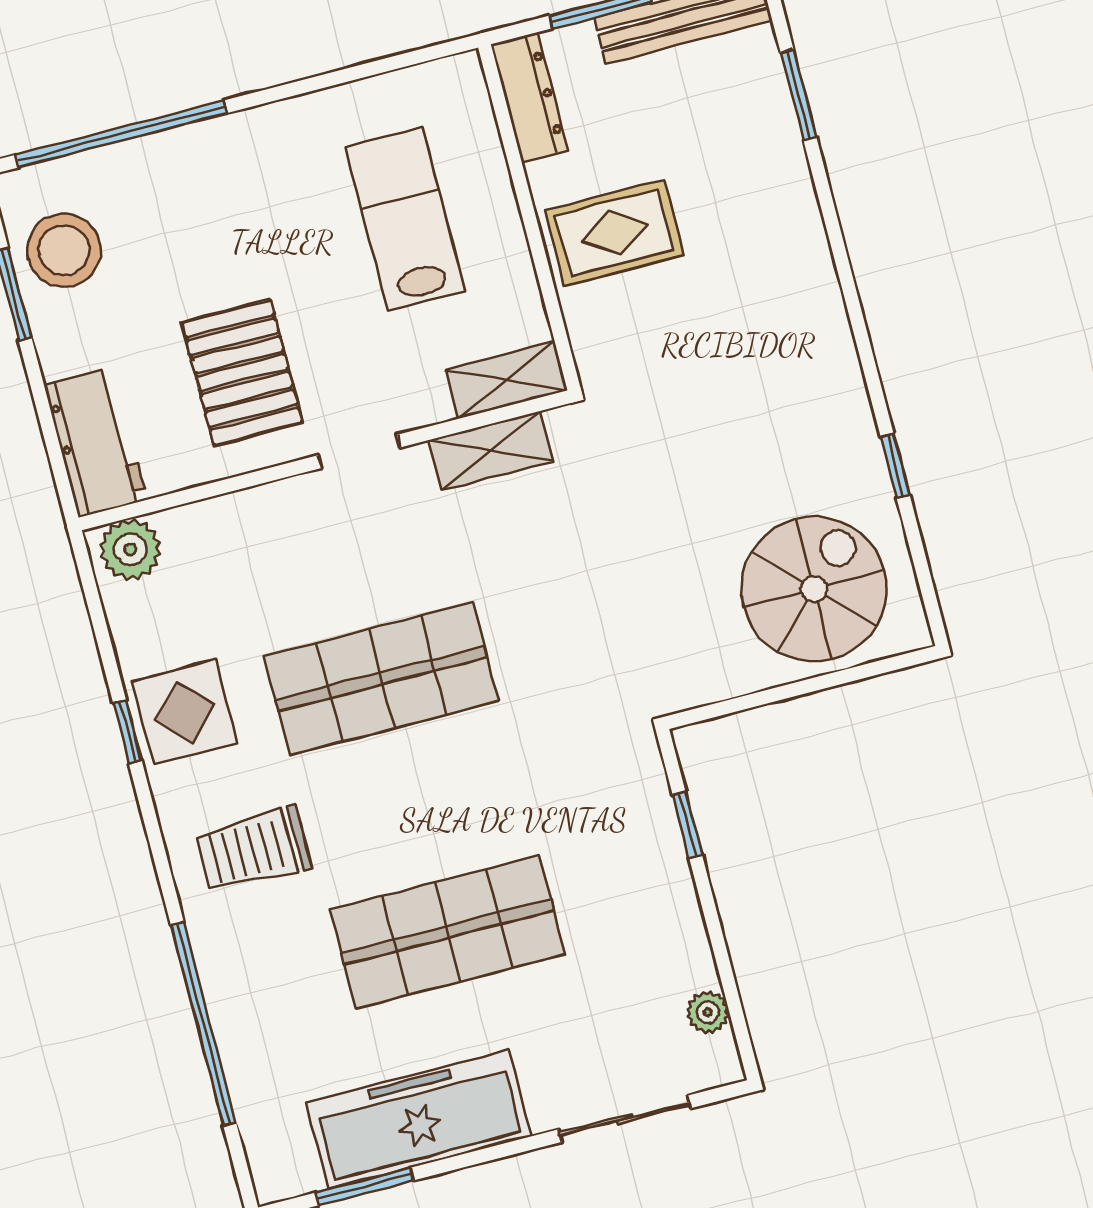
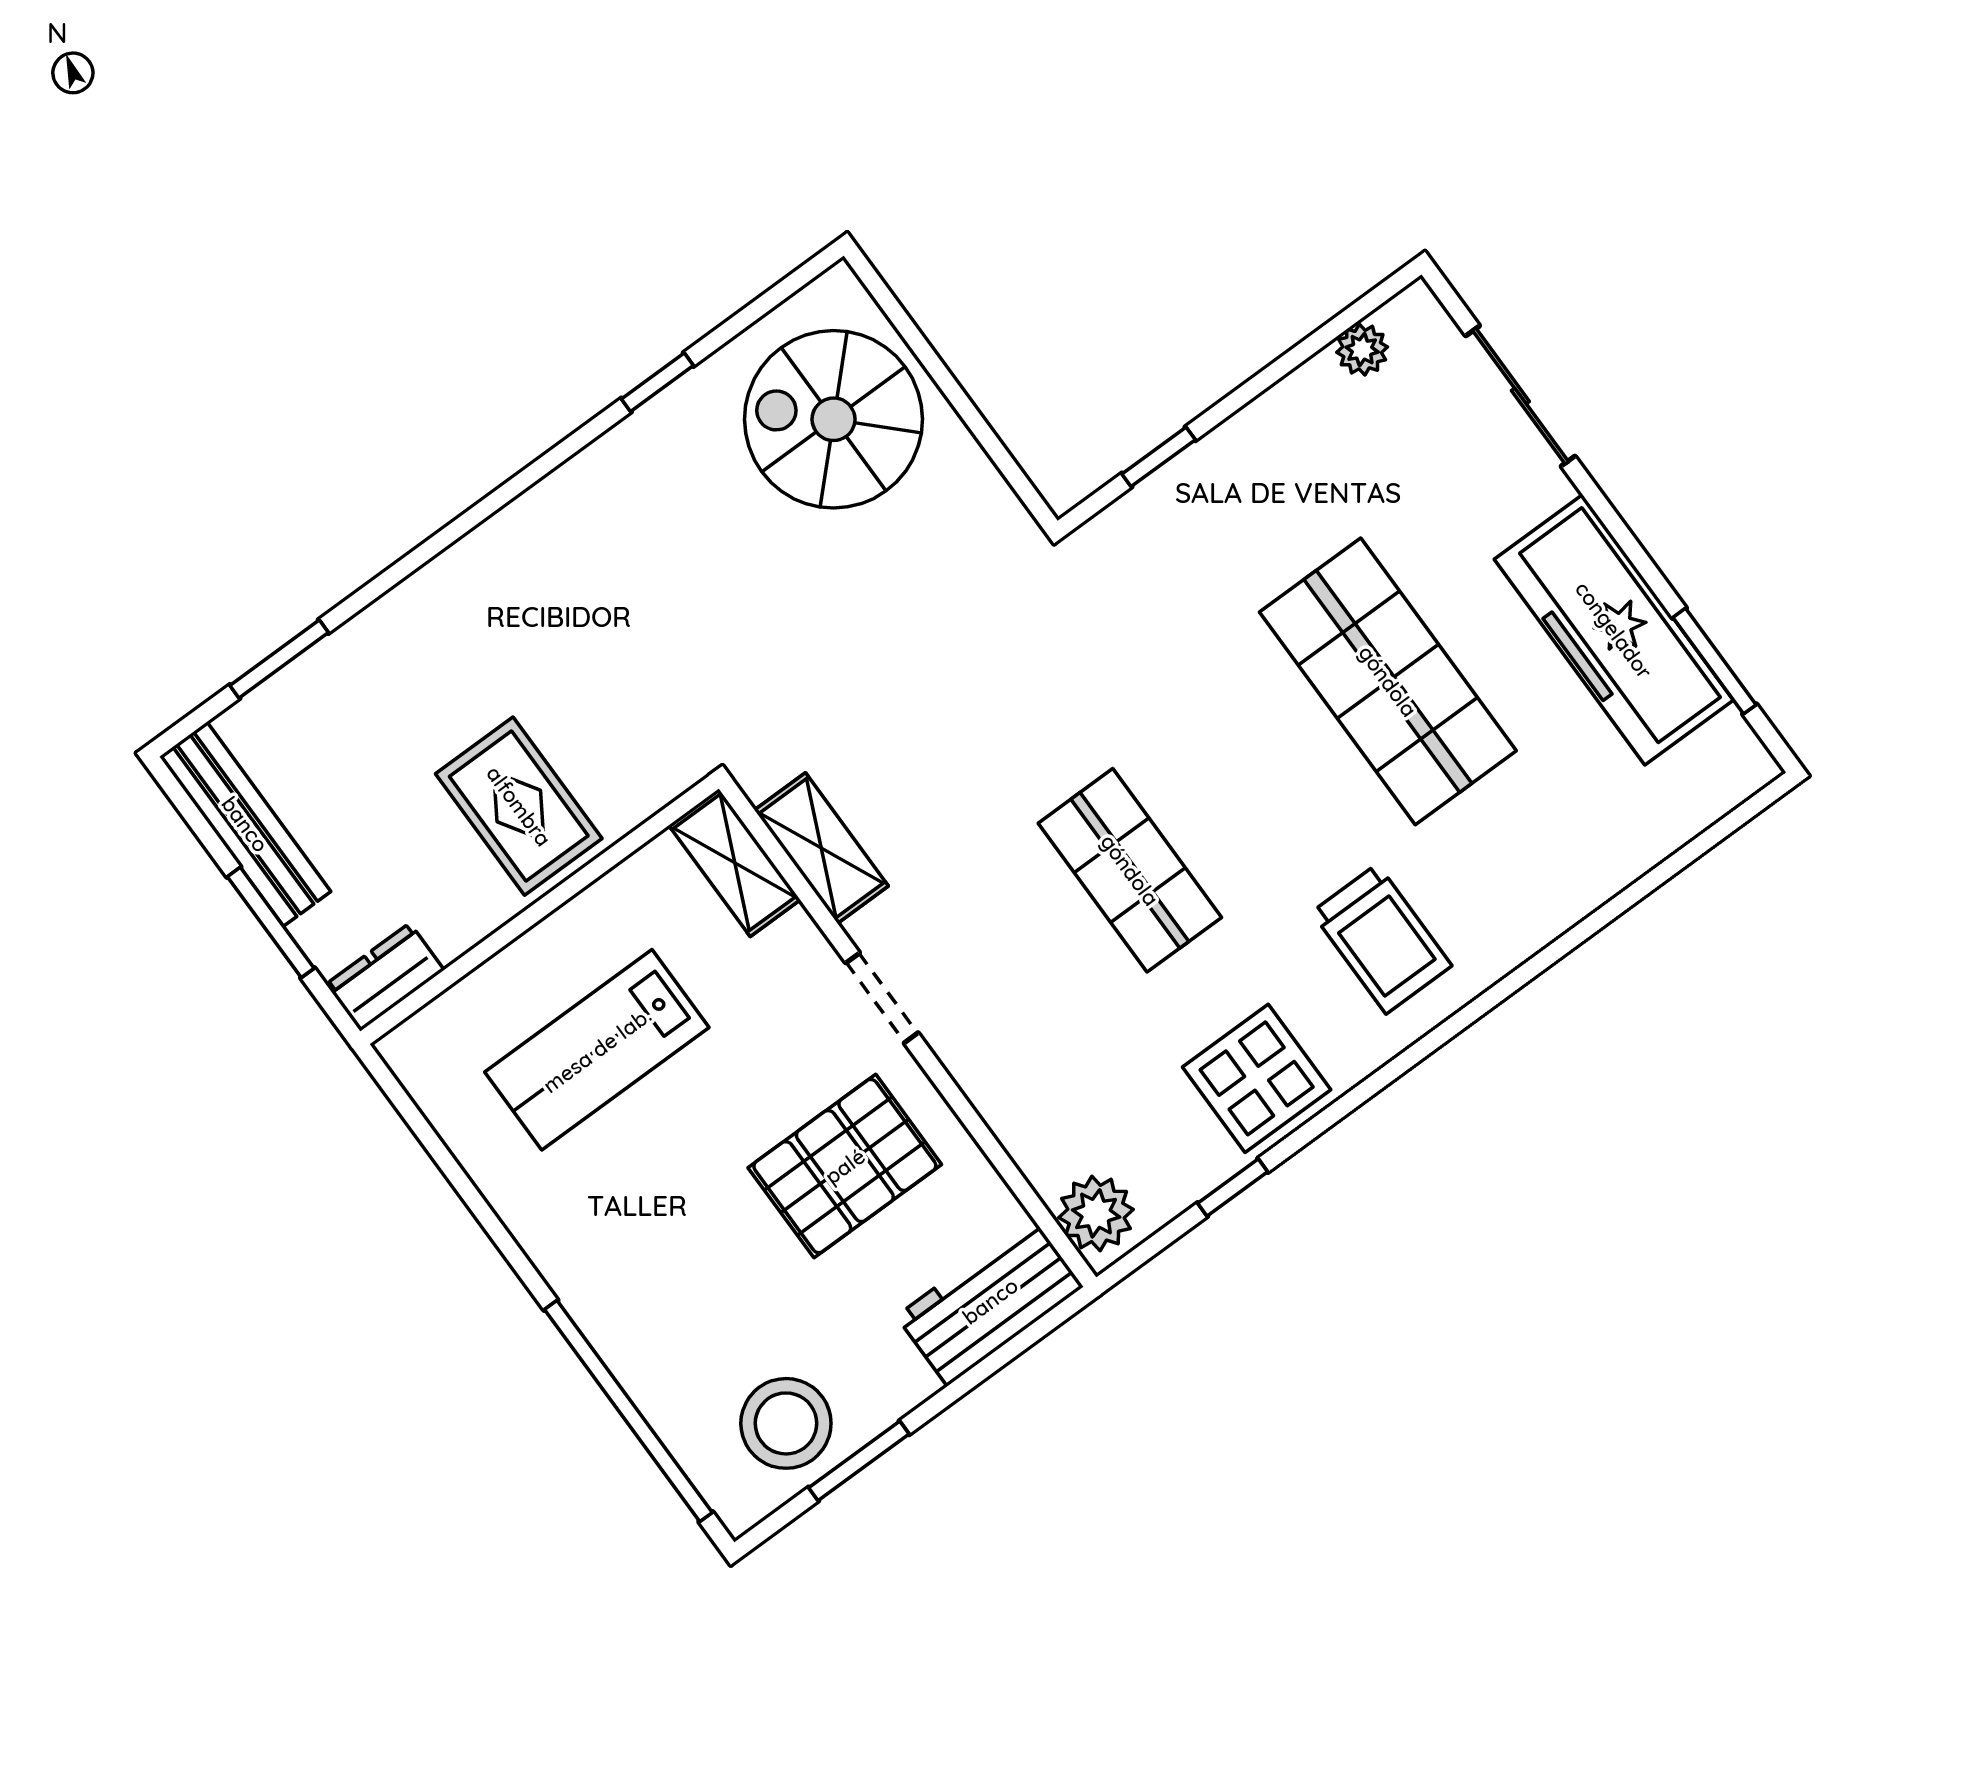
dresser: (529, 98) -> (385, 977), width x0.70
shop shelf: (381, 679) -> (1130, 870), width x0.70, depth x0.74
window: (127, 732) -> (1233, 1187), moved
window: (204, 1024) -> (1602, 917), removed

